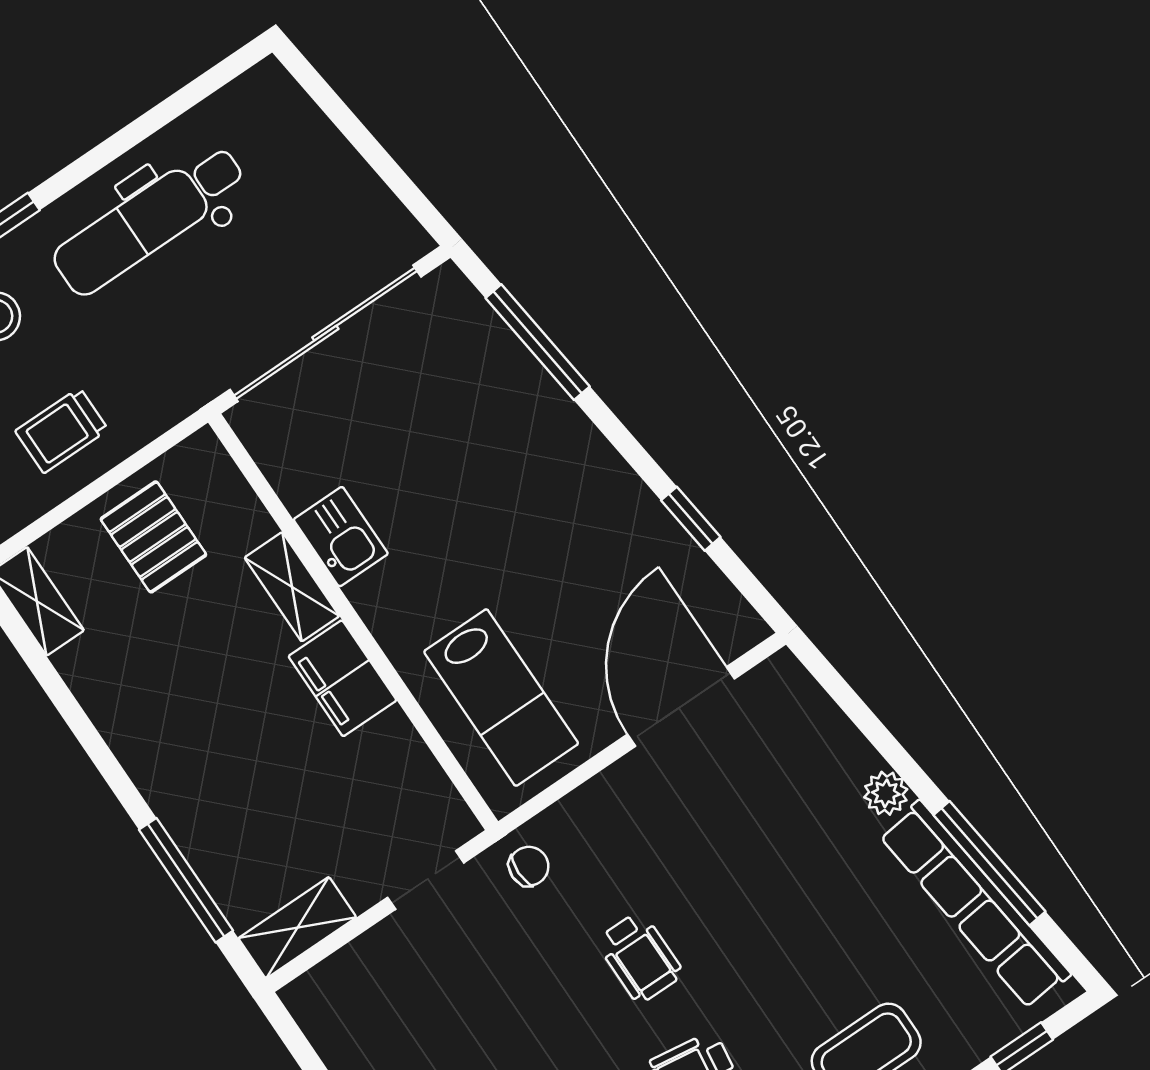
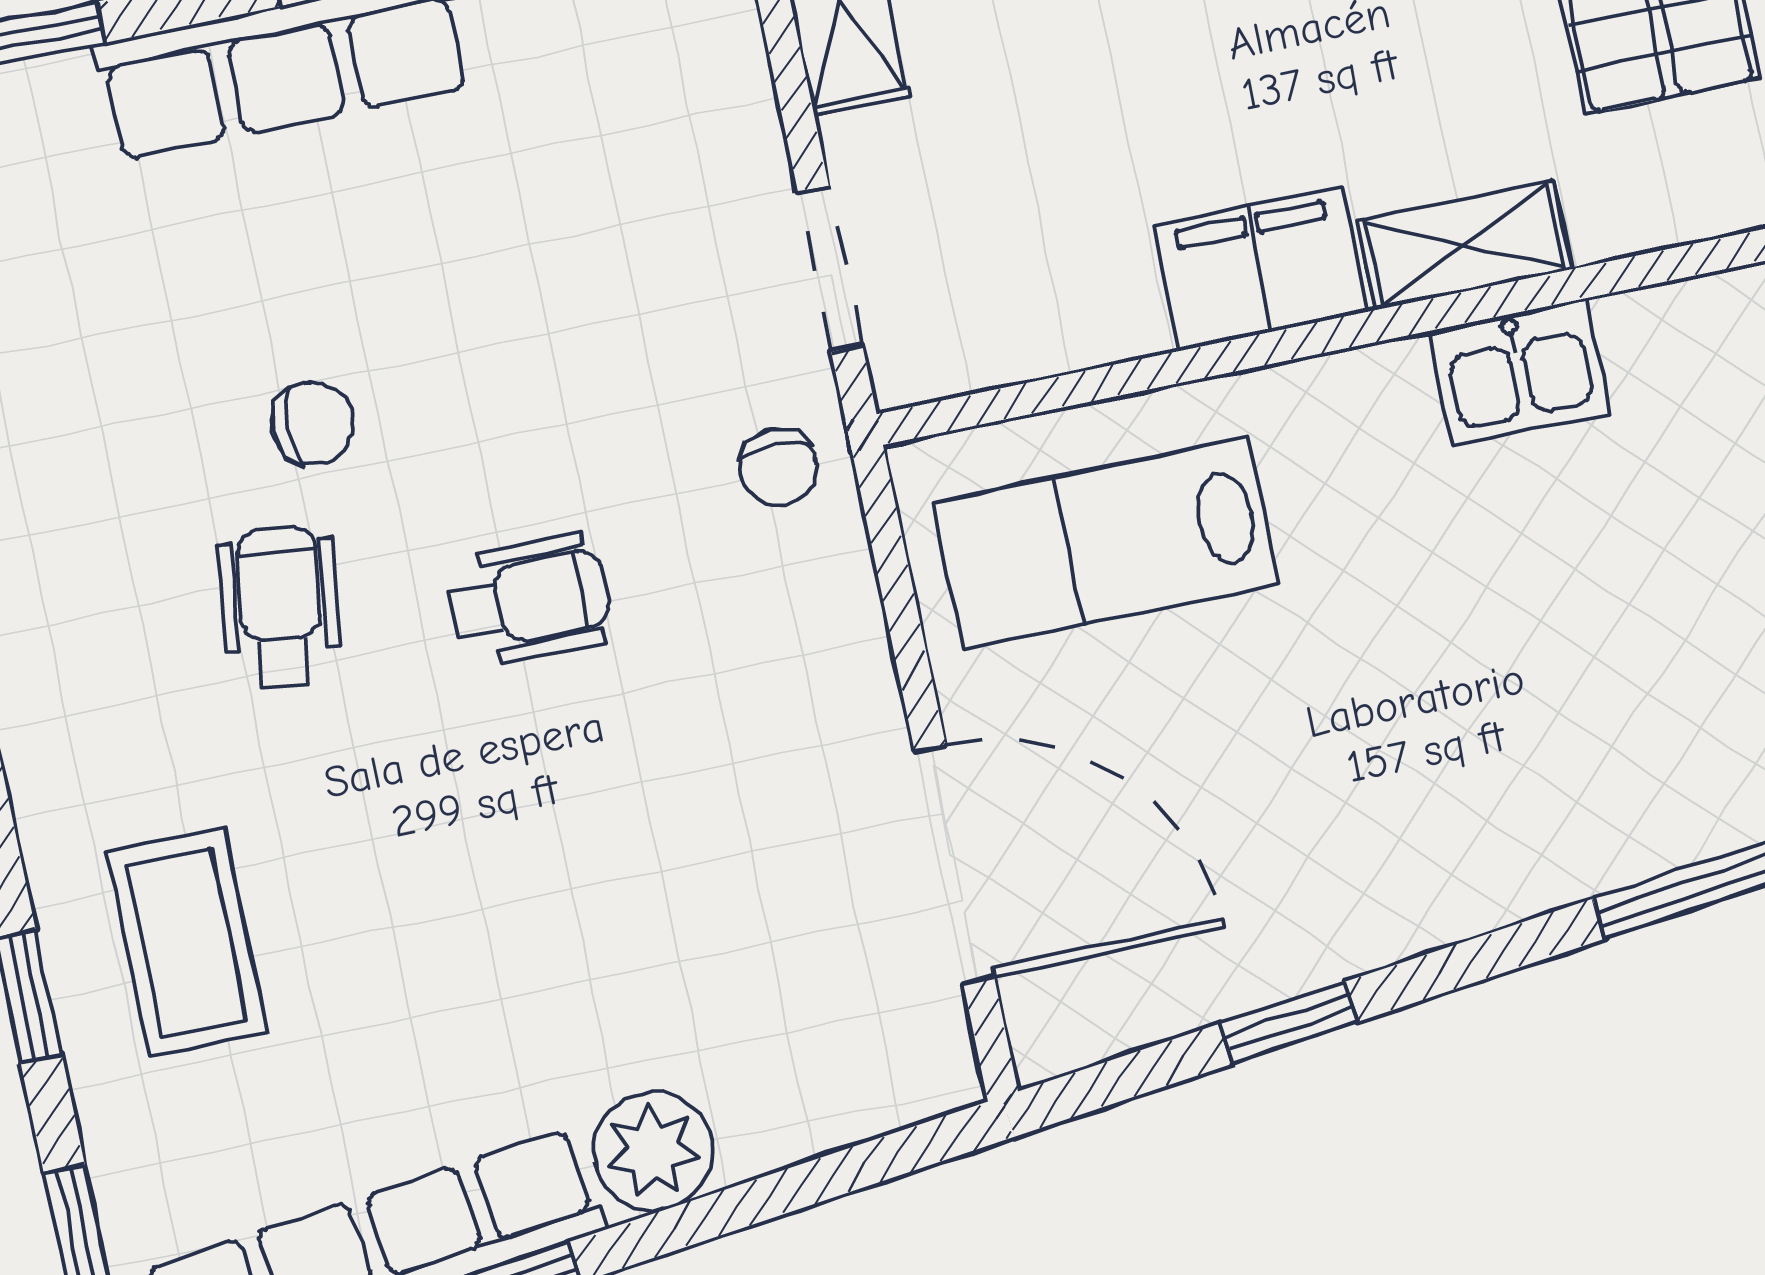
plant: (886, 793) -> (653, 1151), width x1.38, depth x1.38
wheelchair: (640, 957) -> (529, 601), turned 180

